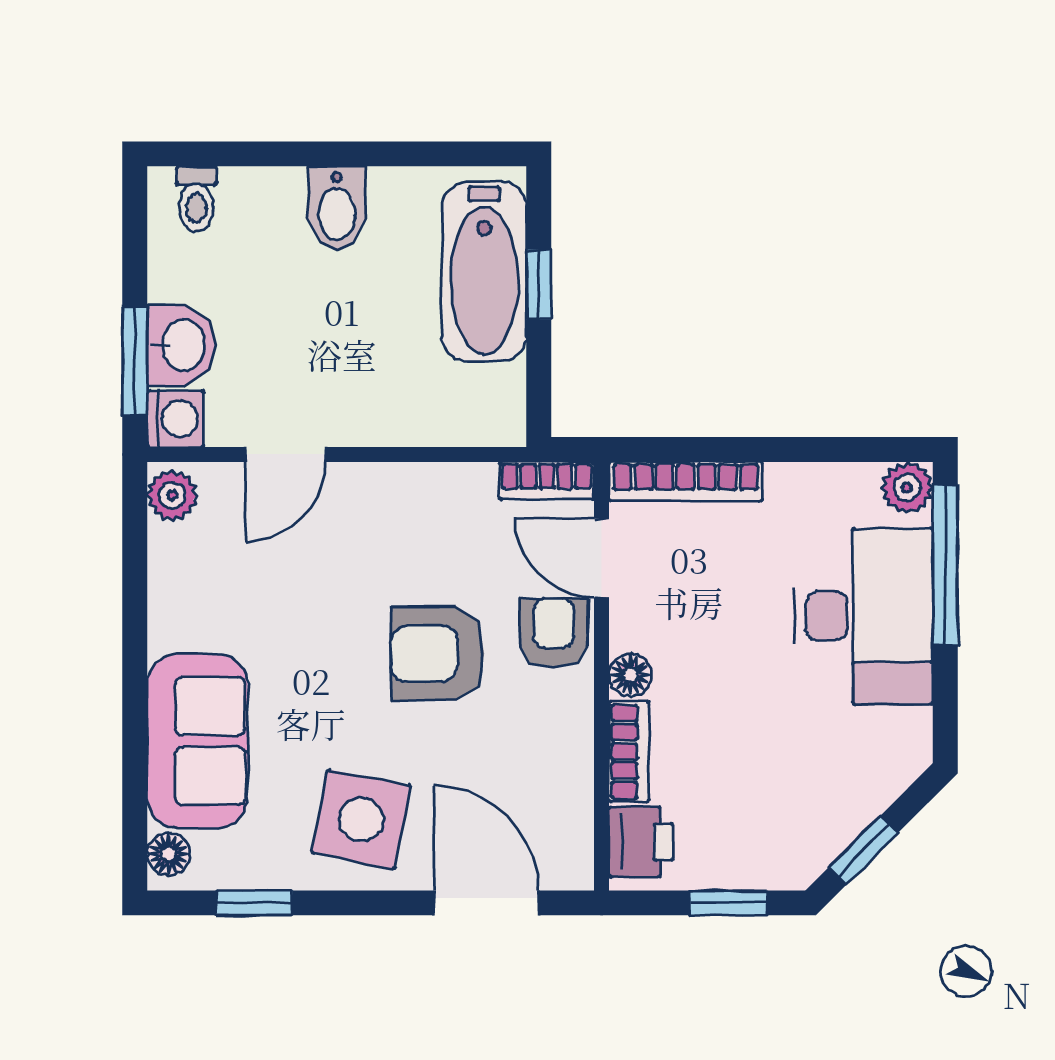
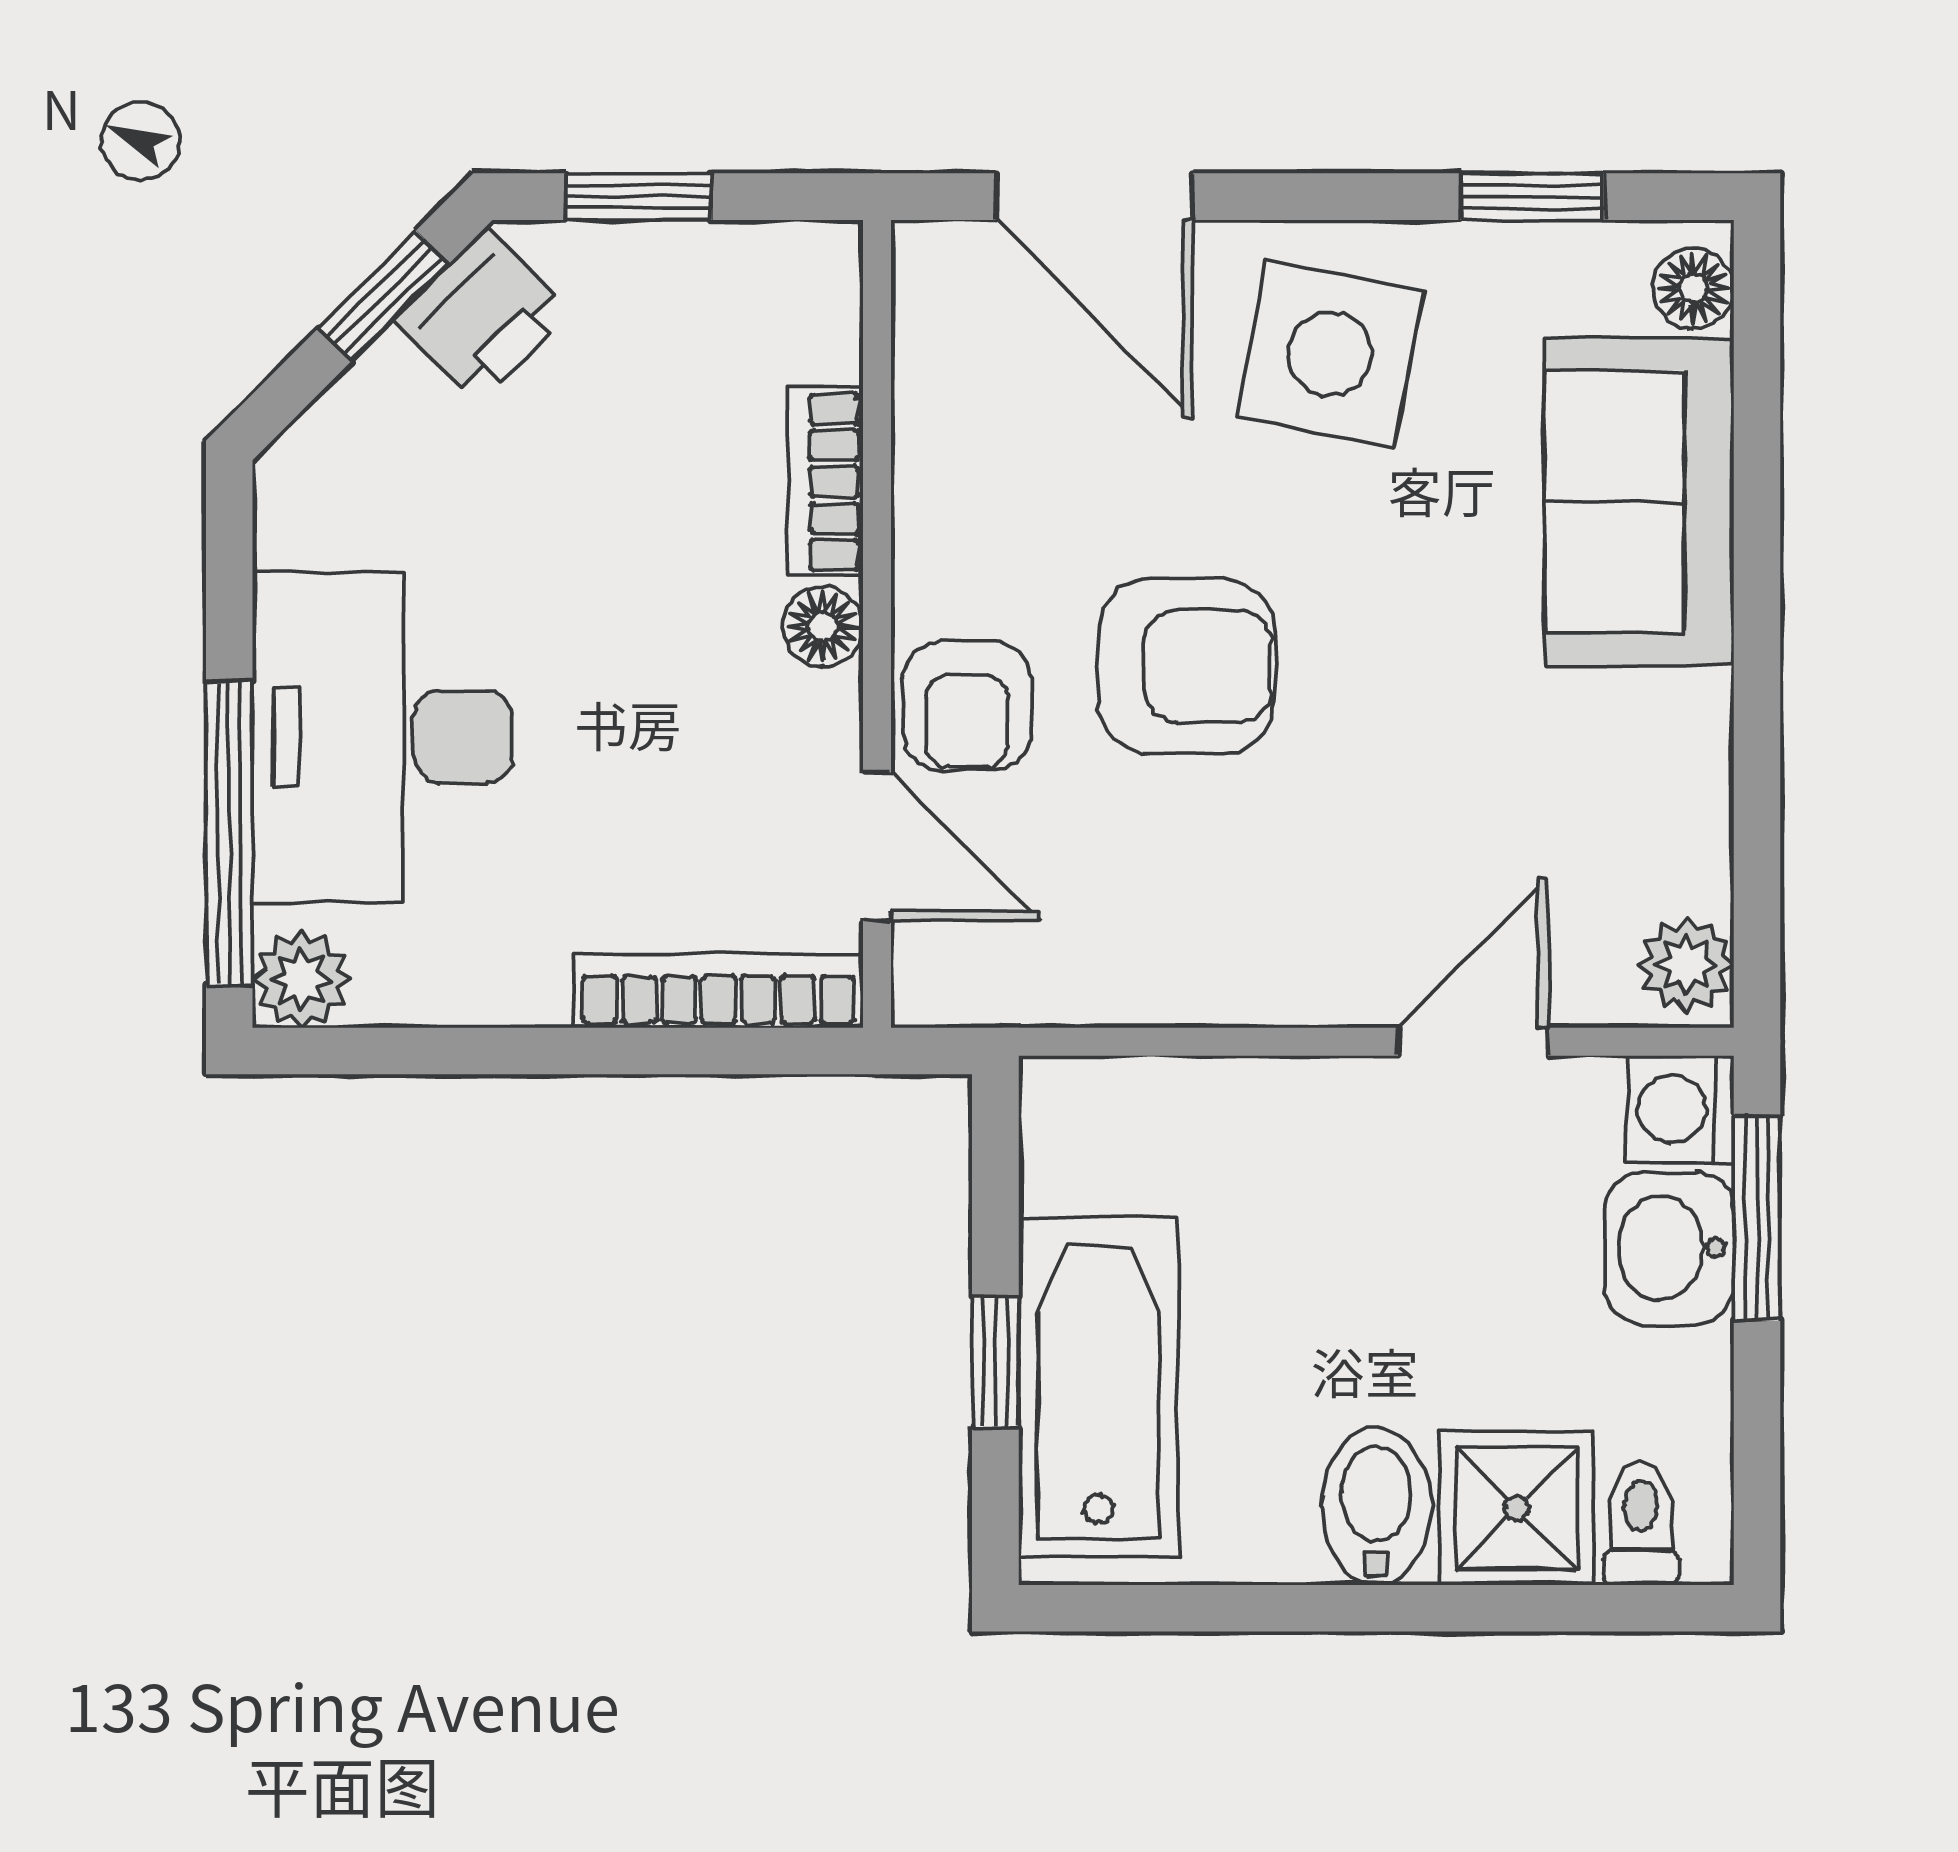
shower: (262, 207) -> (1517, 1508), added
bookcase: (547, 481) -> (980, 992), removed
printer: (641, 842) -> (483, 315), moved, turned -135

